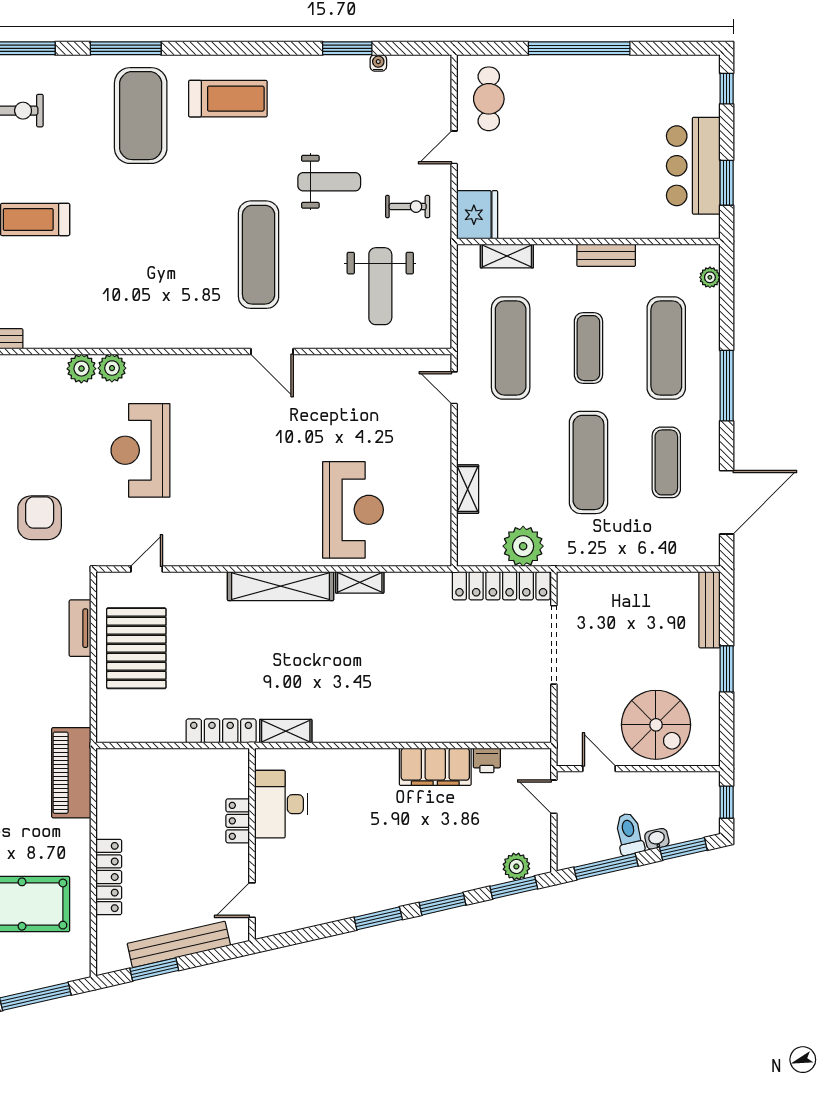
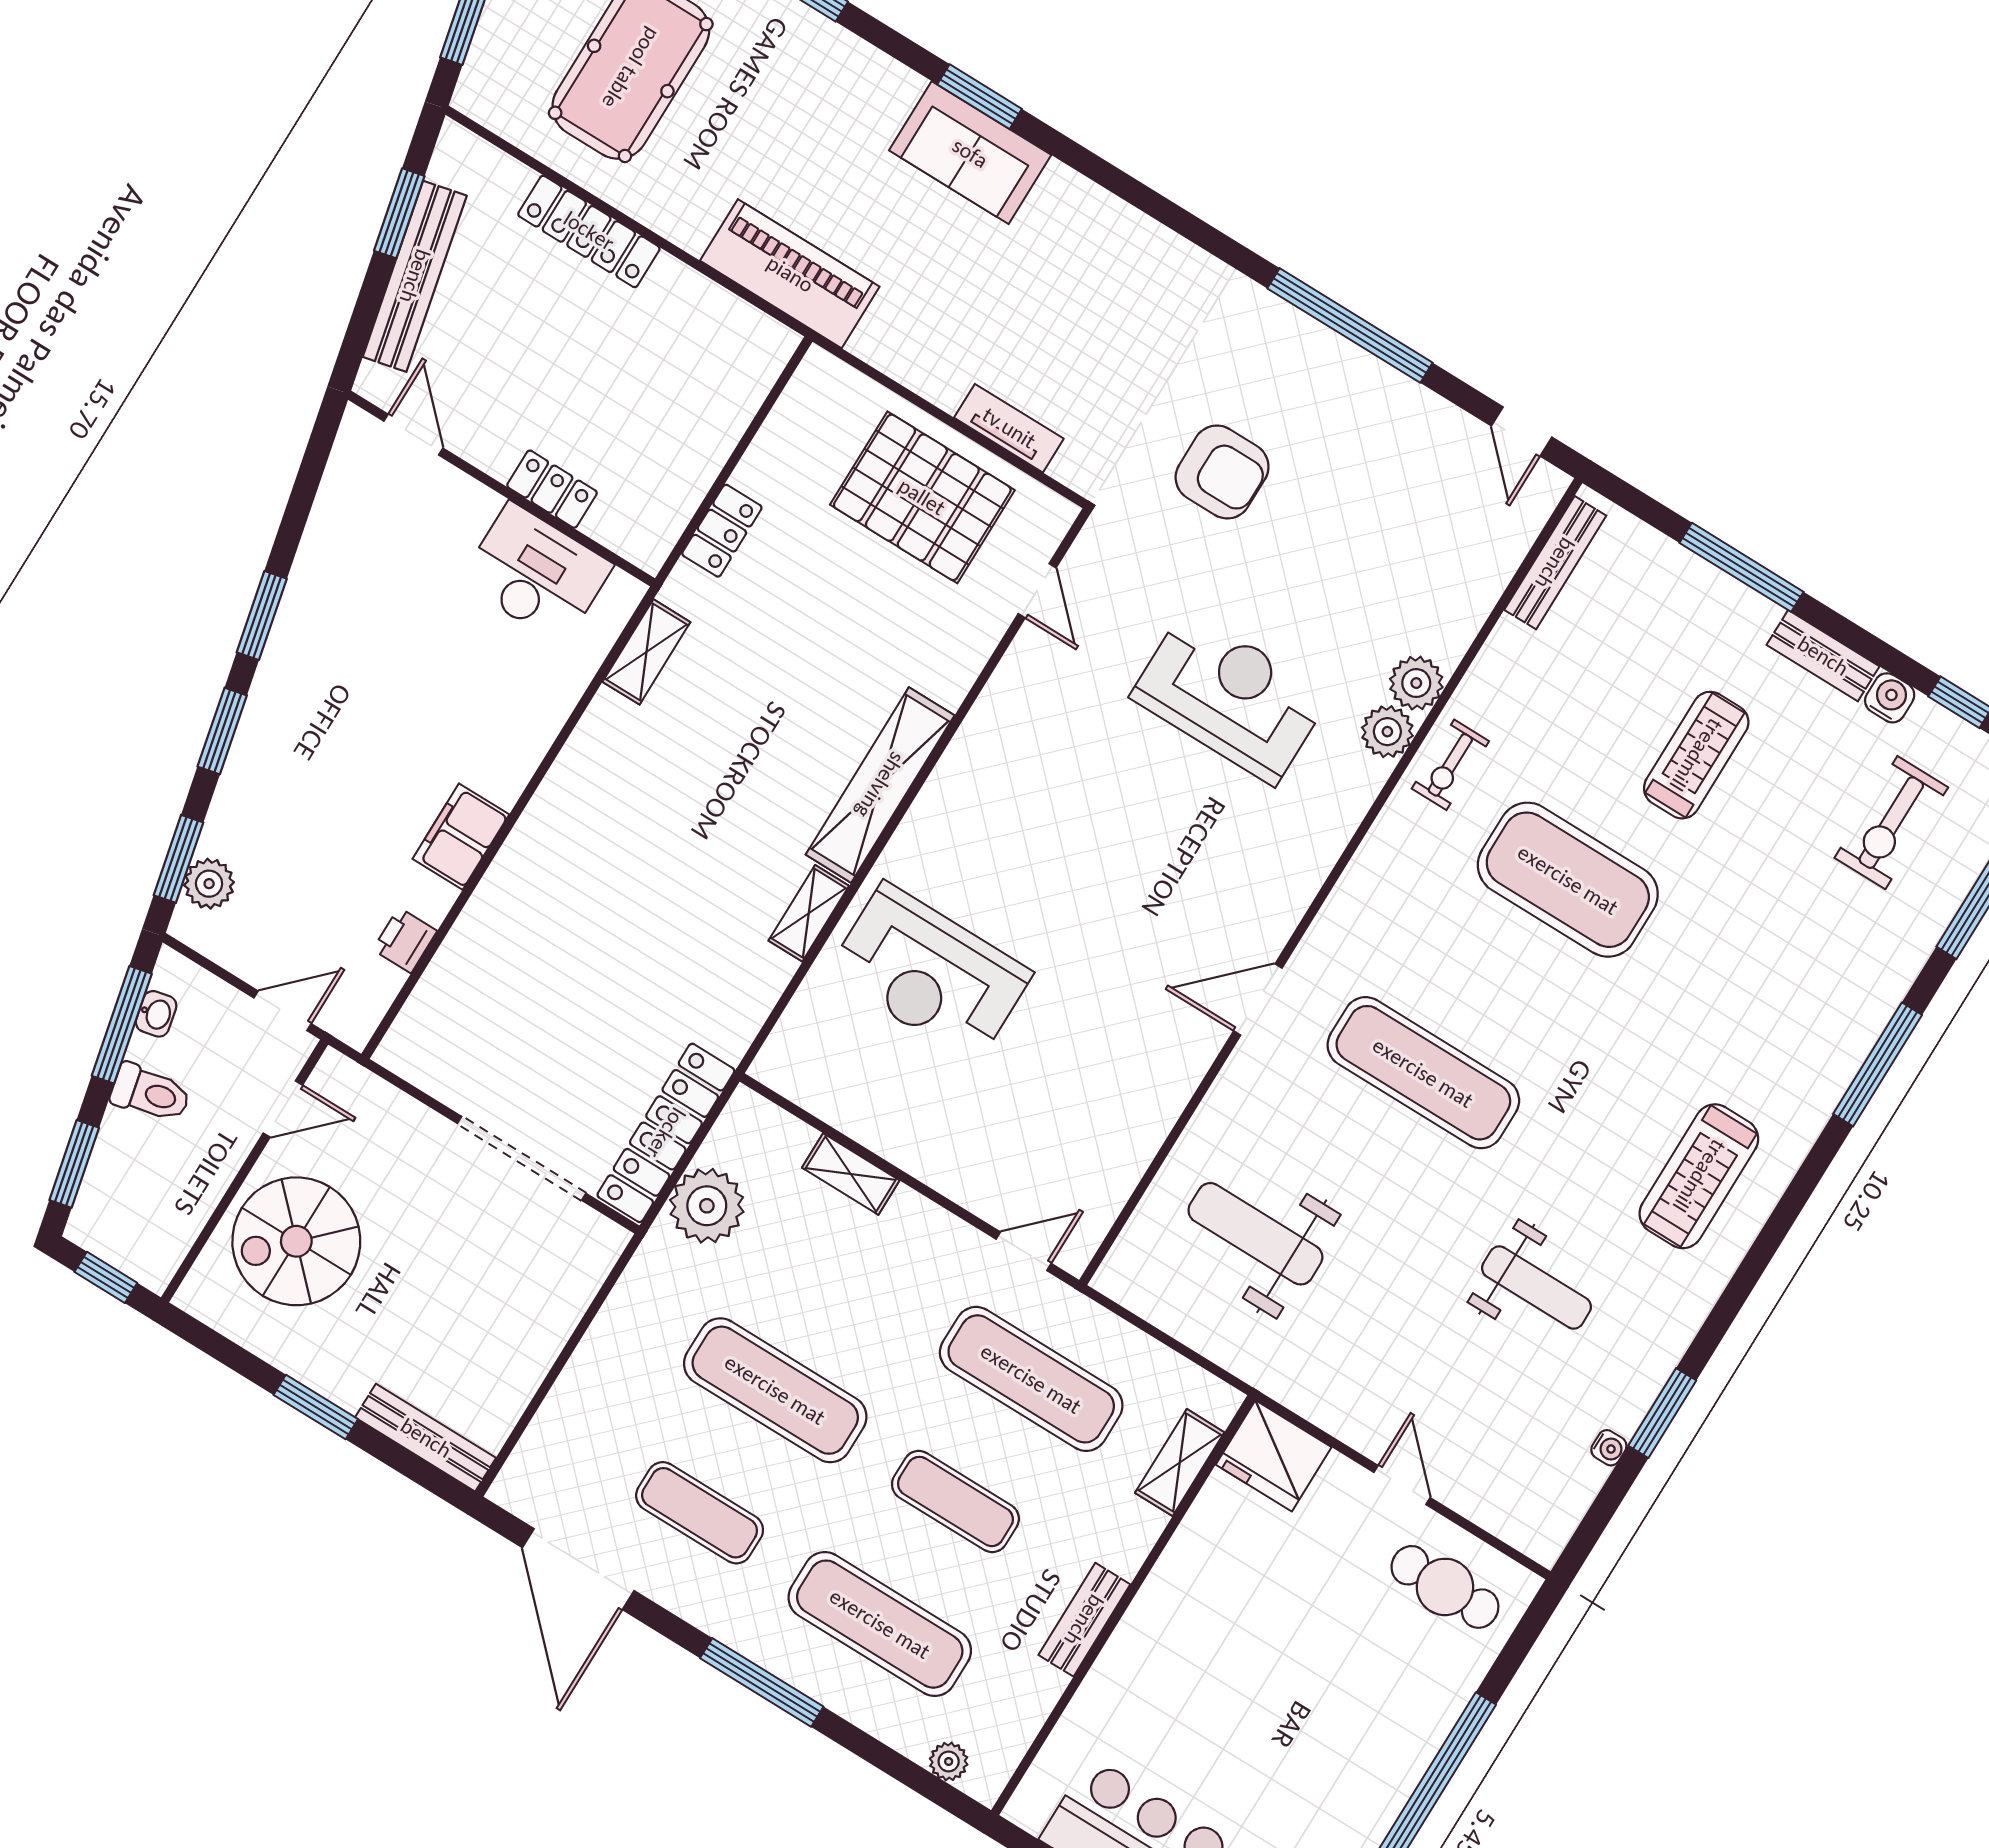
exercise mat: (141, 116) -> (1568, 880), moved
weight bench: (329, 182) -> (1536, 1287), moved, turned -90
exercise bike: (408, 207) -> (1450, 765), moved
locker: (221, 731) -> (722, 531), width x0.66
filing cabinet: (435, 767) -> (461, 837), width x0.67, depth x0.86
washbasin: (657, 839) -> (156, 1014), moved

